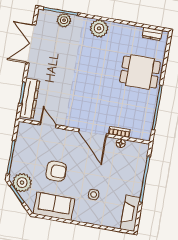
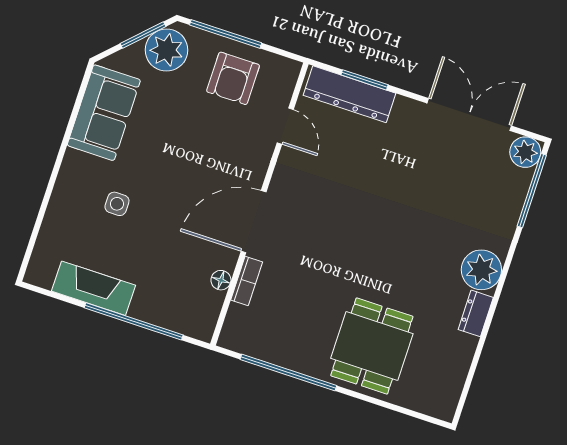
plant: (64, 20) -> (525, 152), moved
dresser: (152, 34) -> (476, 313), moved
door: (48, 125) -> (285, 126), hinge flipped
armchair: (56, 171) -> (233, 78), moved
fireplace: (130, 213) -> (93, 288), moved

